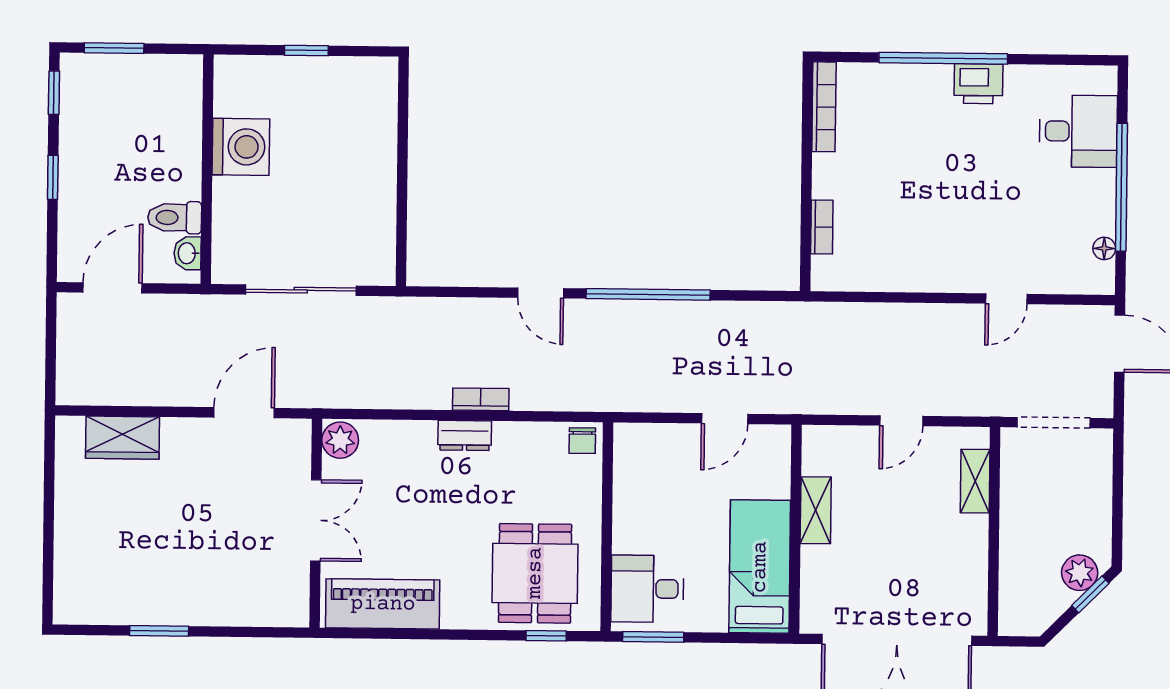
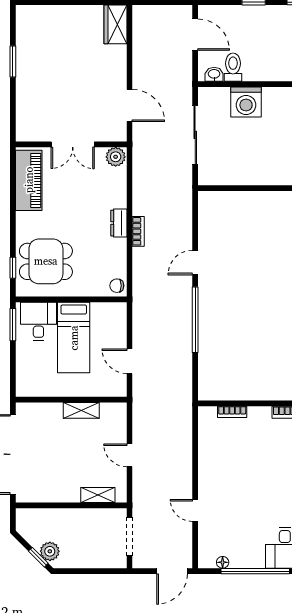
washing machine: (241, 147) -> (246, 102), moved
wardrobe: (123, 438) -> (115, 24), moved
bed: (760, 567) -> (74, 338), moved, turned 90

